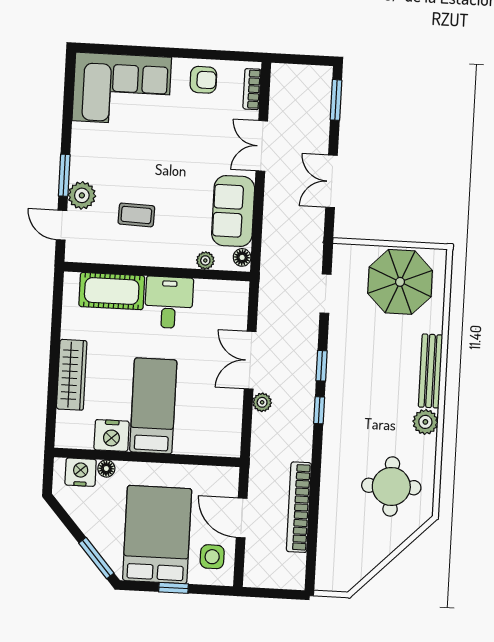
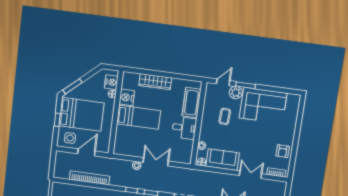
corner sofa: (122, 89) -> (263, 106), moved, turned -90

